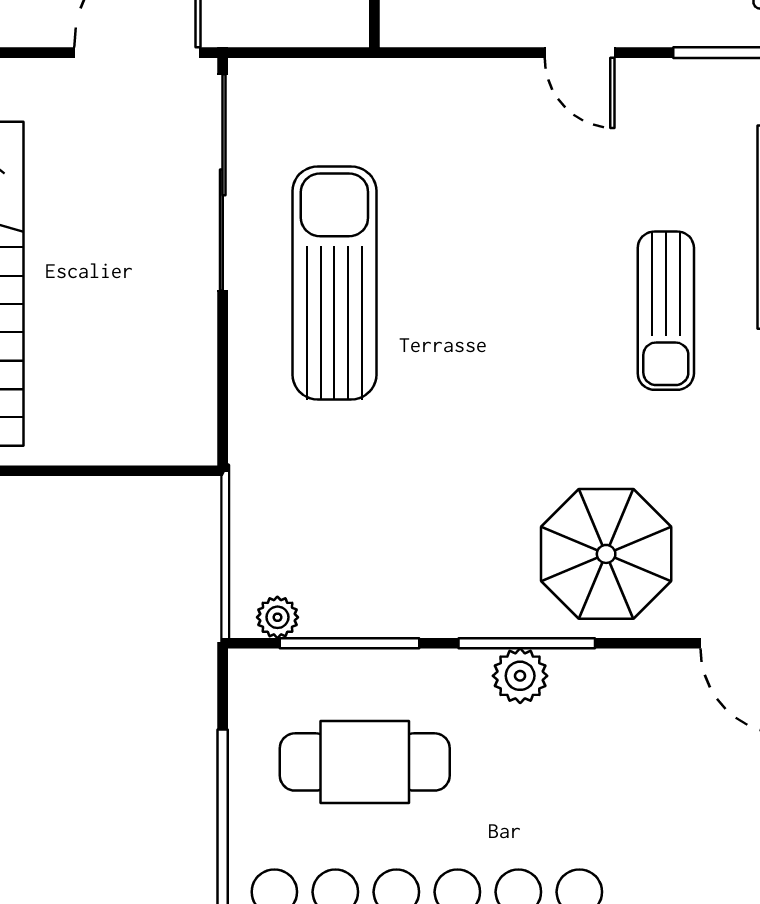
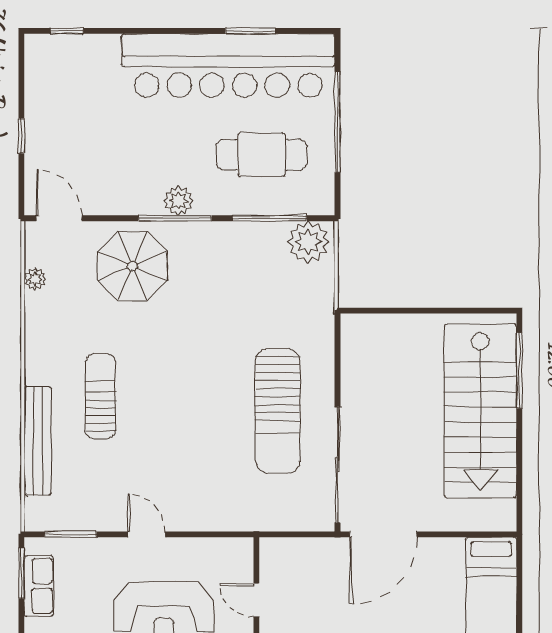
plant: (277, 617) -> (308, 242), width x1.88, depth x1.88

